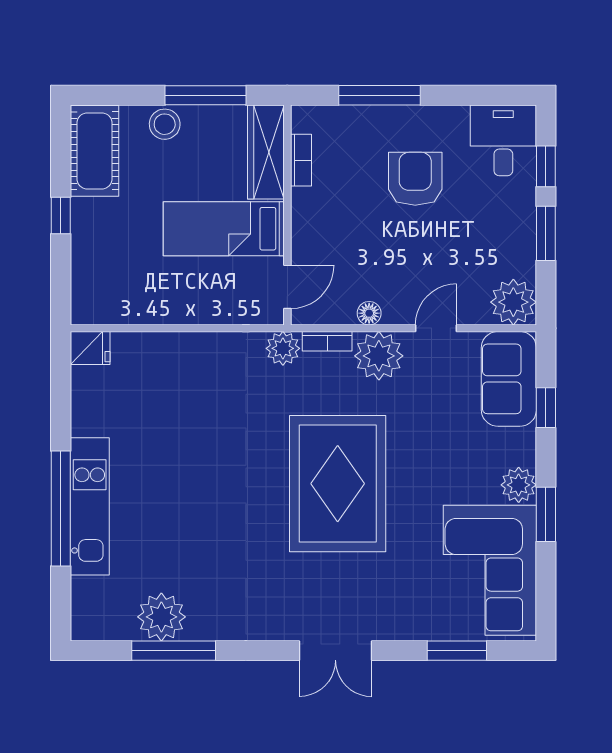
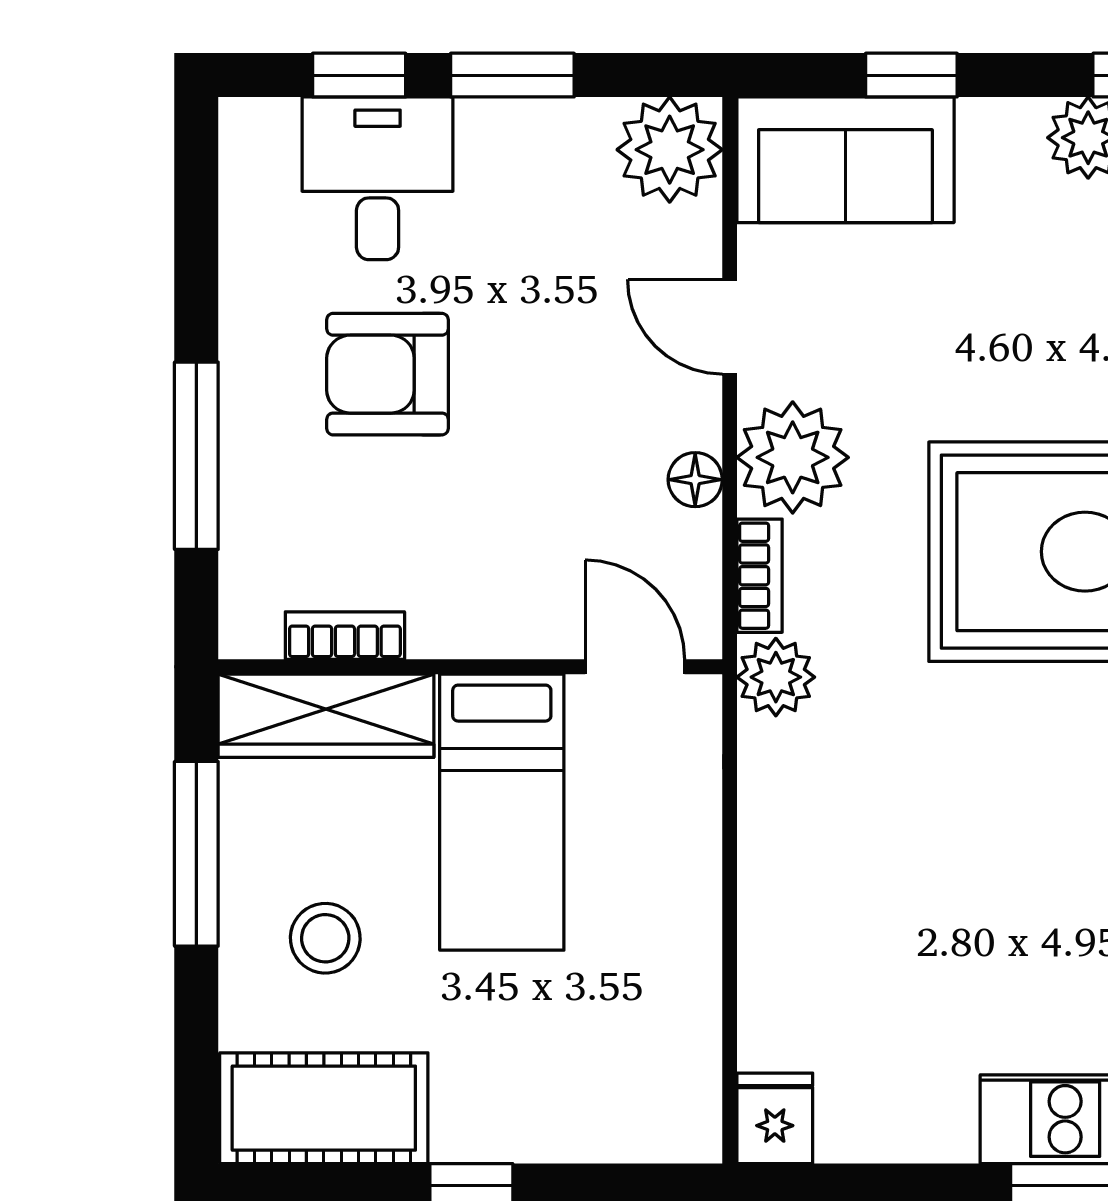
stool: (165, 124) -> (325, 938), moved
desk: (503, 140) -> (378, 178), moved, turned 90

